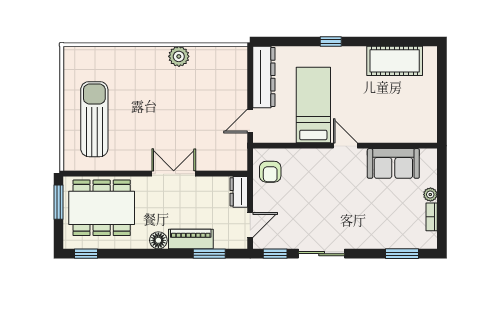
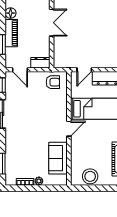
stool: (423, 111) -> (90, 176), added
door: (250, 121) -> (84, 70), swing flipped
armchair: (270, 172) -> (53, 82), turned 180

